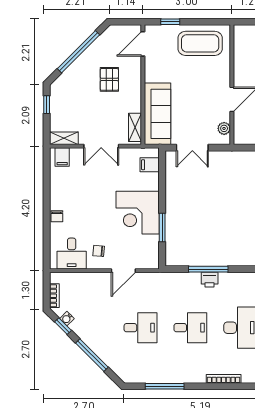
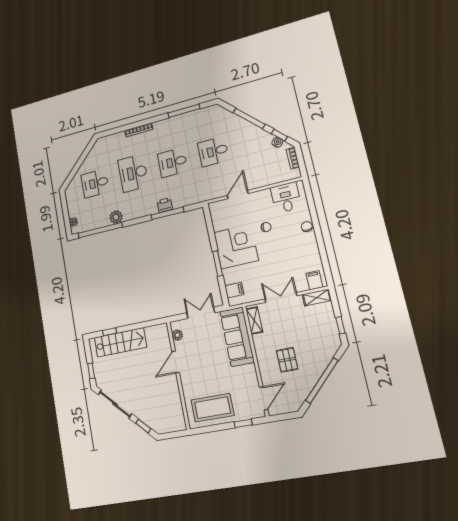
window: (162, 228) -> (218, 264), moved
chair: (99, 251) -> (266, 227), moved

